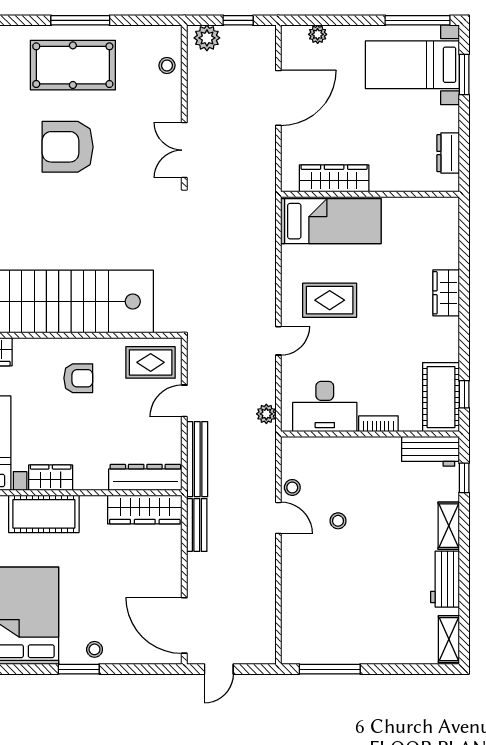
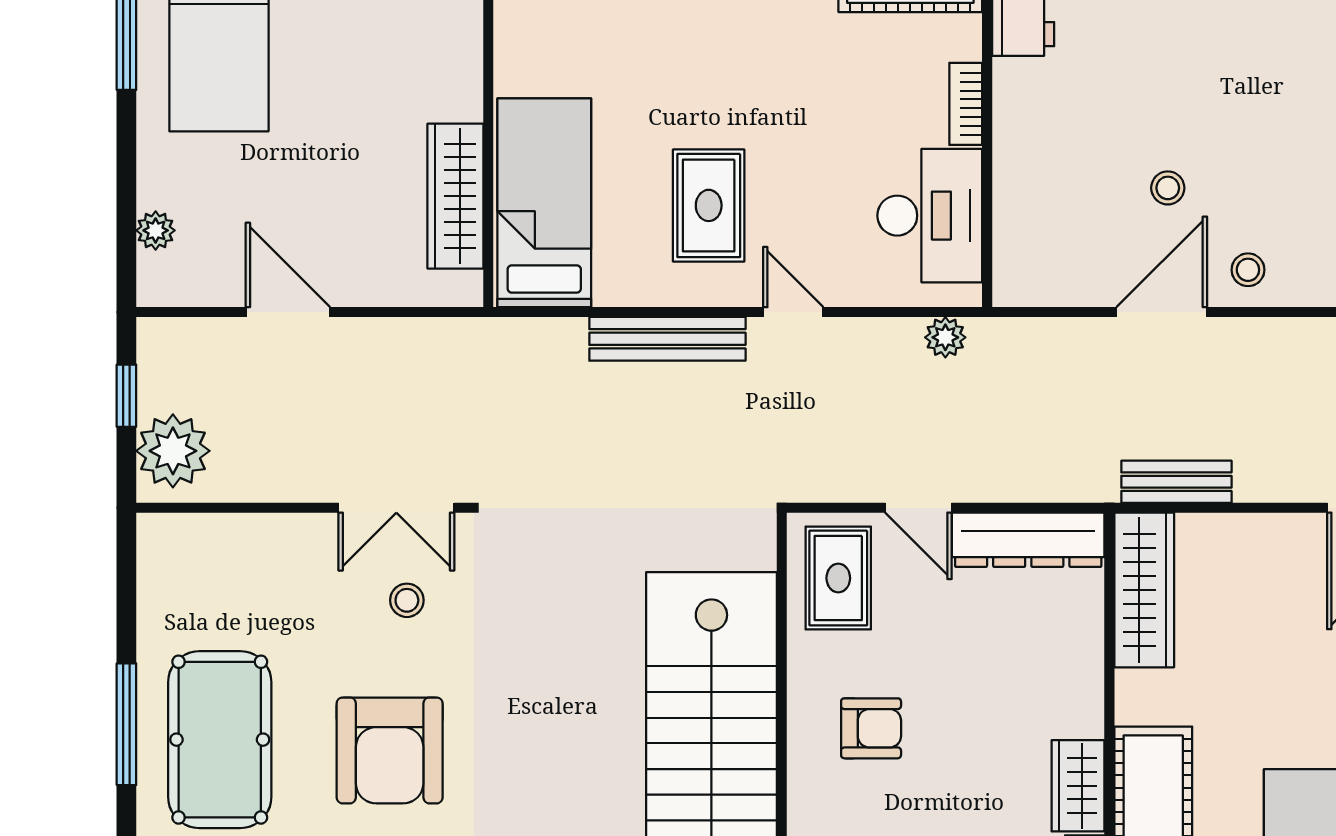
plant: (207, 38) -> (173, 451), width x1.36, depth x1.36
stool: (167, 65) -> (407, 600), moved
door: (278, 98) -> (288, 312), width x0.73
armchair: (78, 378) -> (871, 728), turned 90
bench: (197, 459) -> (667, 339), moved
dresser: (145, 477) -> (1028, 540), moved, turned -90
stool: (292, 487) -> (1248, 270), moved
door: (278, 518) -> (1162, 312), width x1.37

